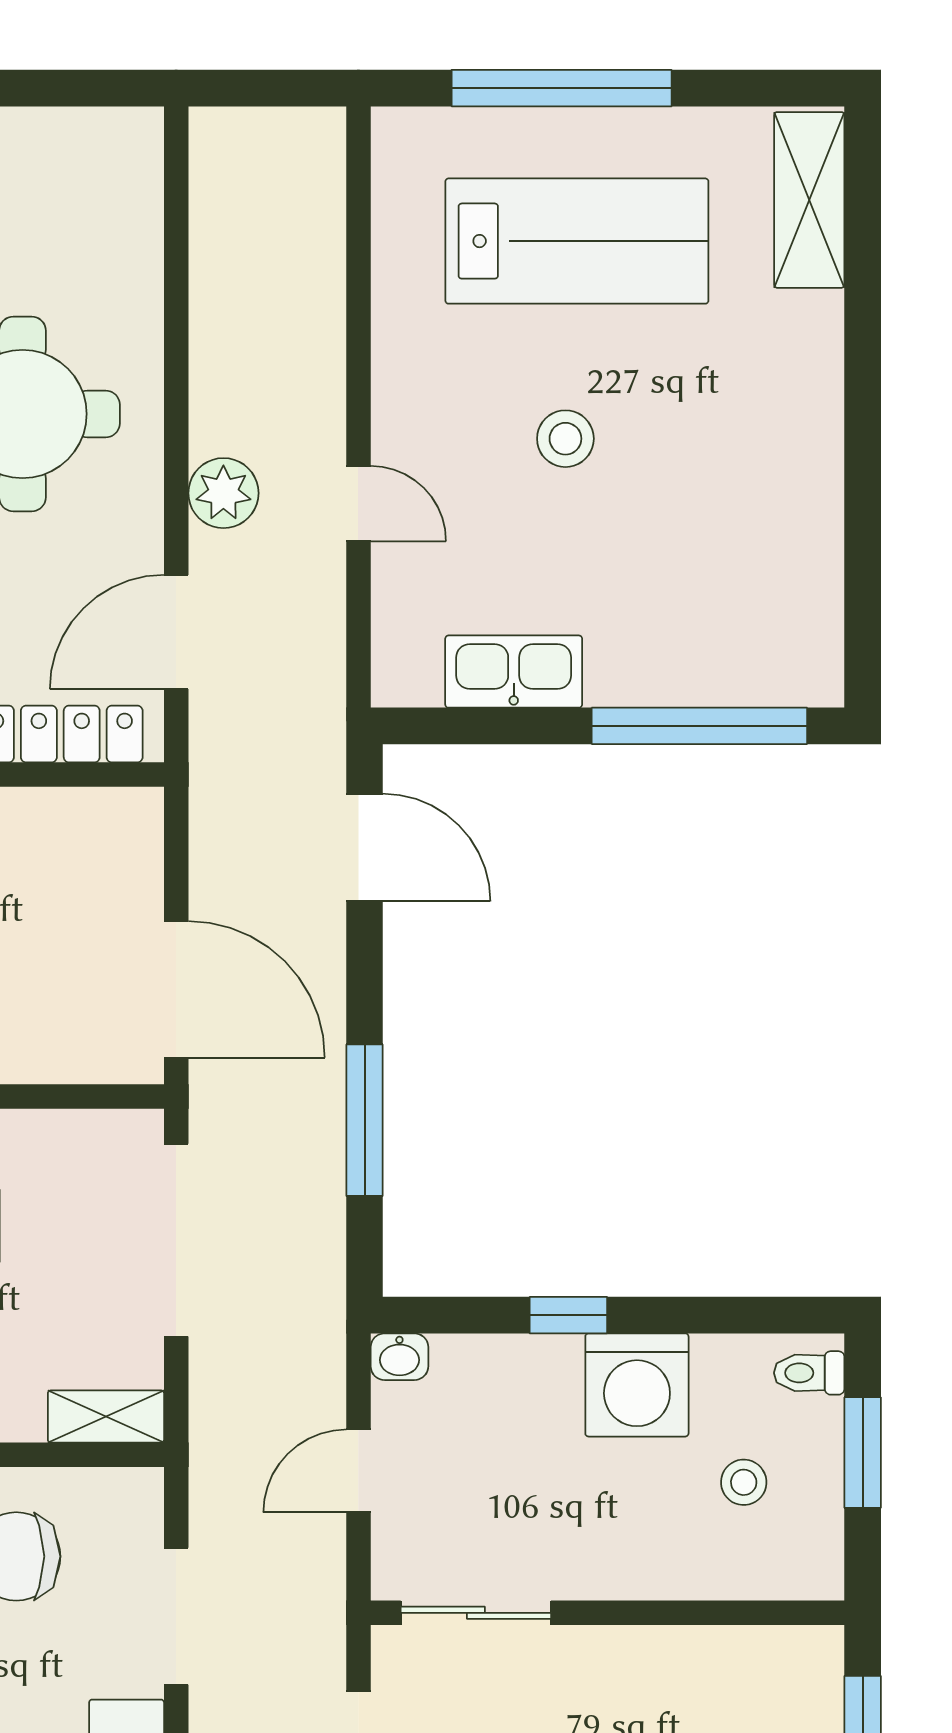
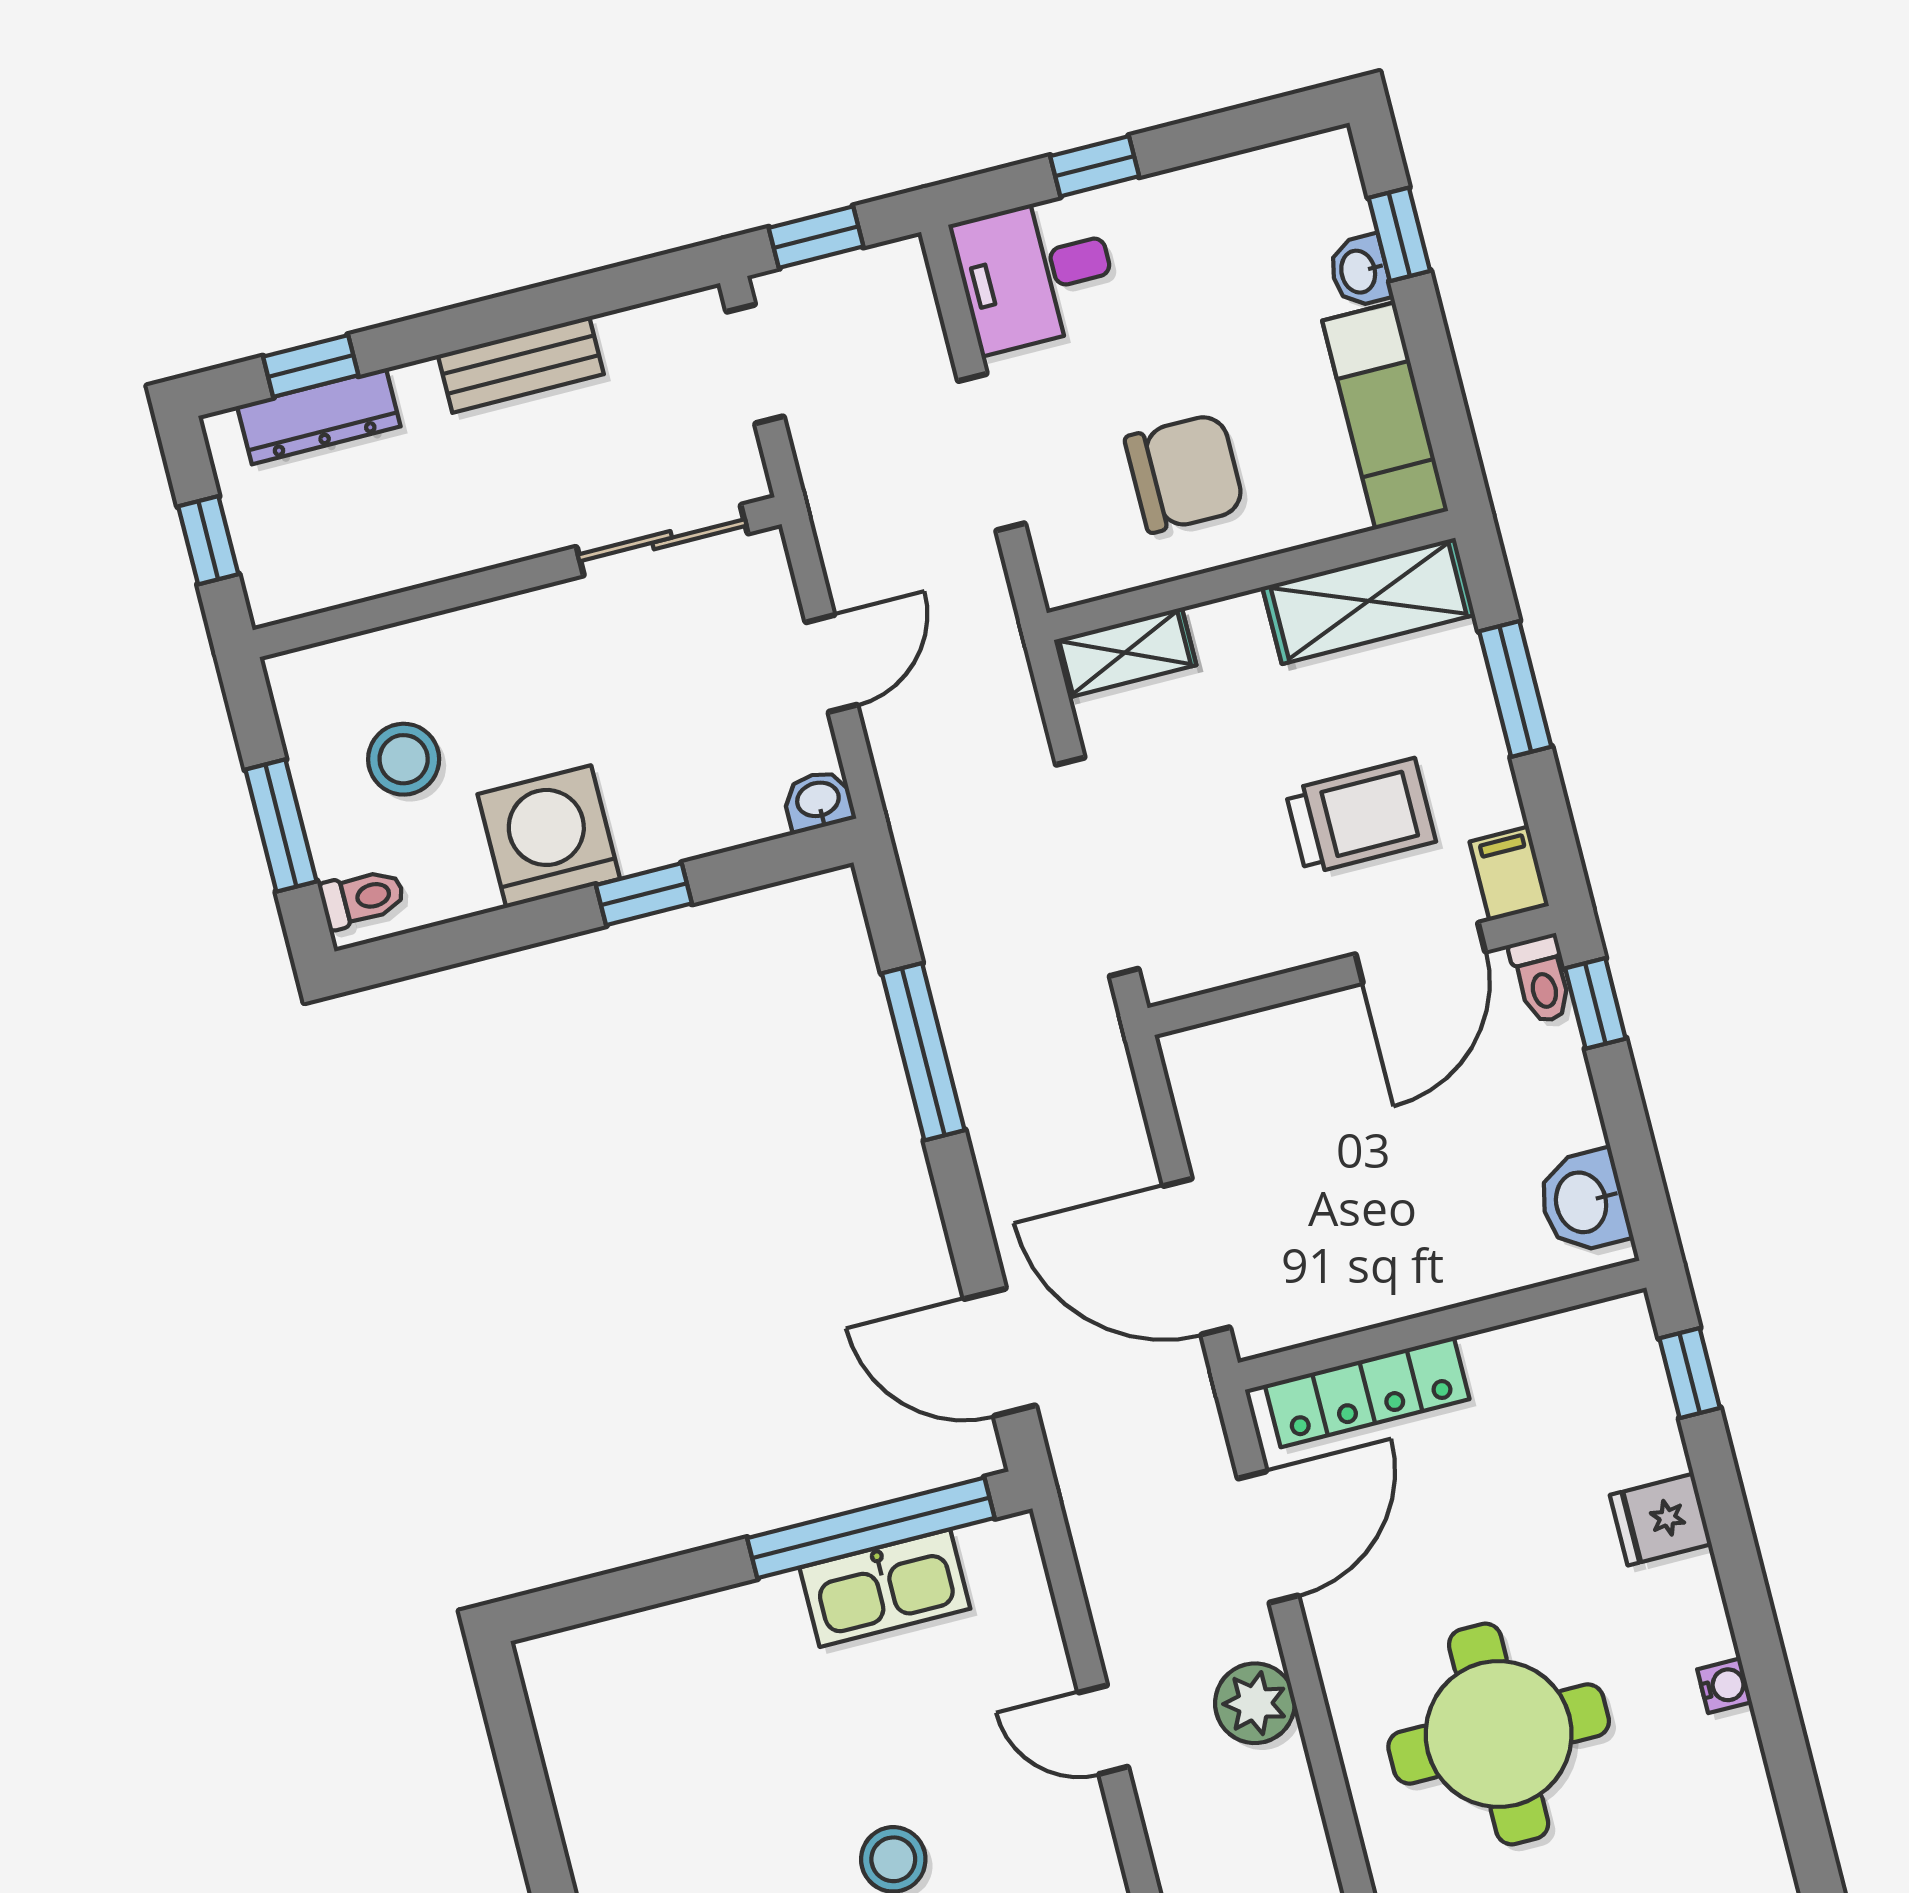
window: (699, 726) -> (871, 1528), moved
door: (176, 989) -> (1197, 1257), moved
stool: (744, 1482) -> (404, 759), width x1.37, depth x1.37

